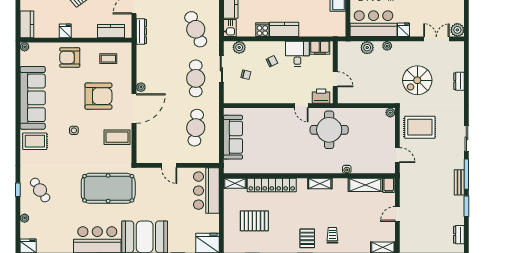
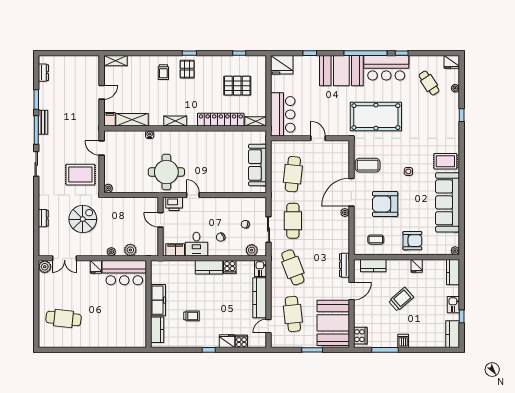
cafe table: (40, 190) -> (429, 83), moved

